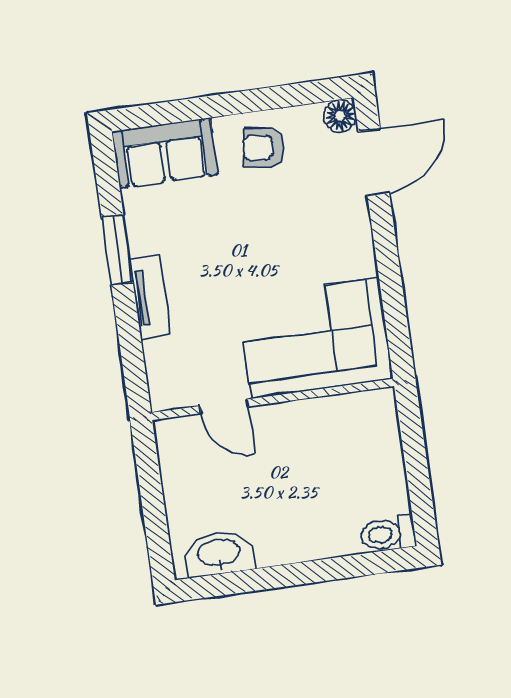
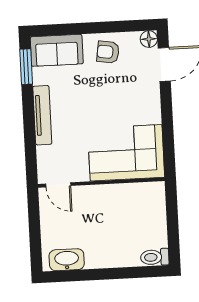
window: (117, 249) -> (26, 67), moved
tv unit: (150, 296) -> (42, 115), width x1.41
door: (224, 406) -> (58, 185), moved

